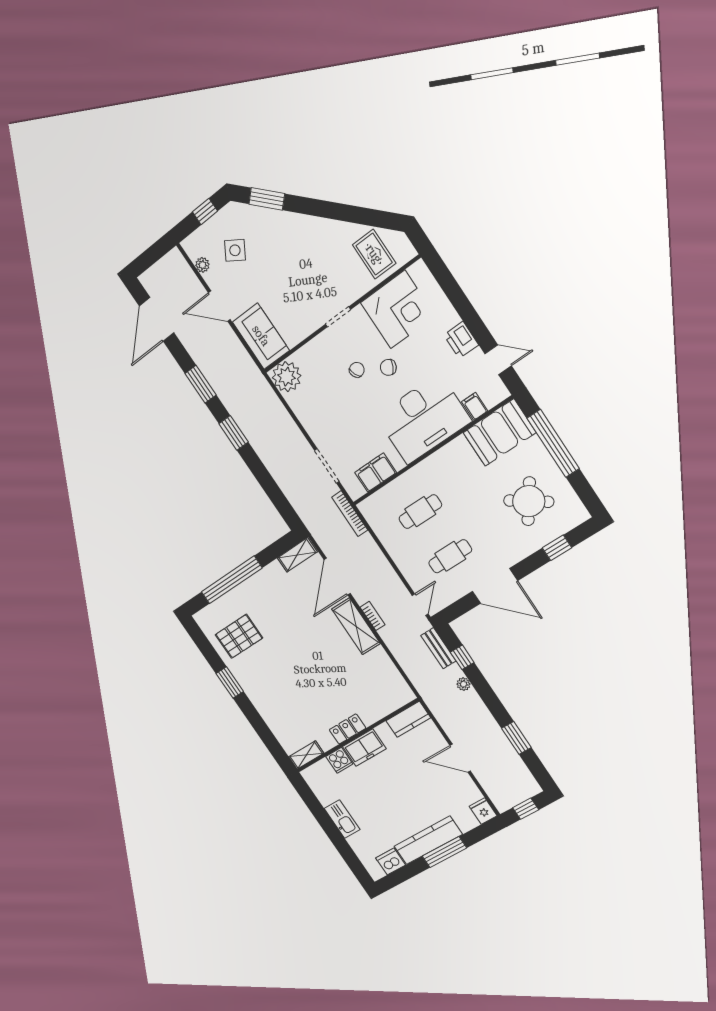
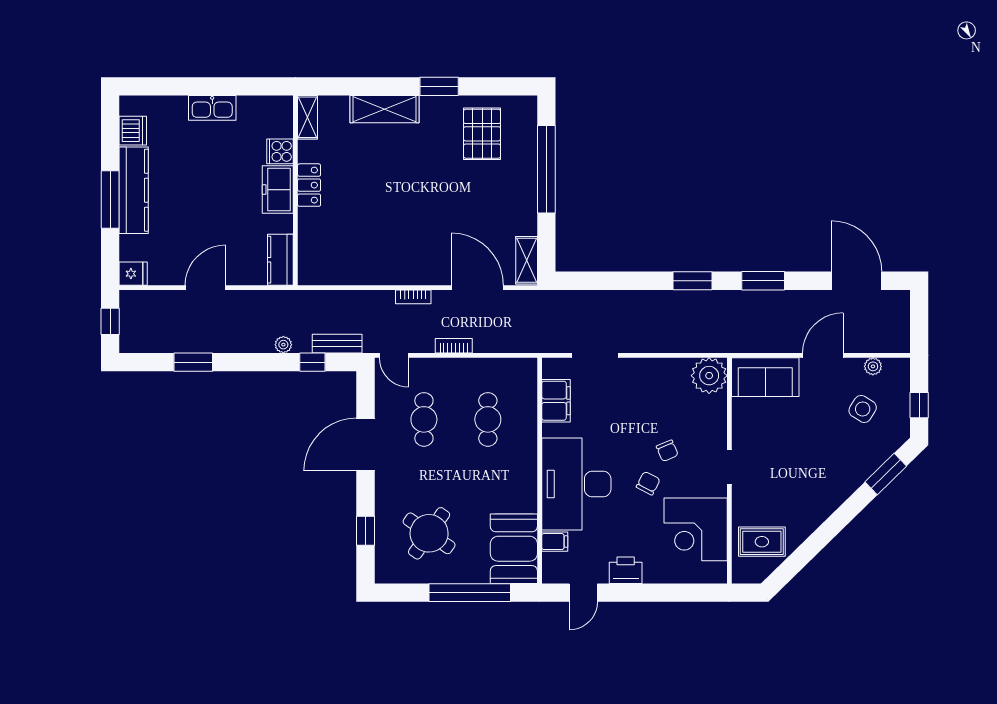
bookcase: (350, 514) -> (454, 346), moved, width x0.64
shelving: (356, 626) -> (385, 109), moved

